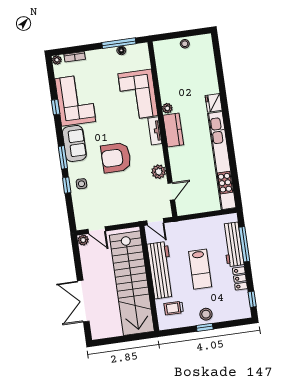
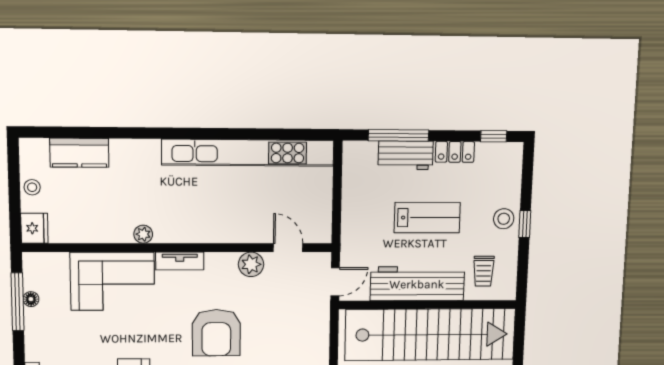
fridge: (214, 103) -> (34, 228), moved, turned -90
kitchen counter: (173, 130) -> (79, 153), moved, turned 180
workbench: (233, 244) -> (406, 155), width x0.73

